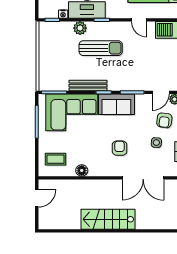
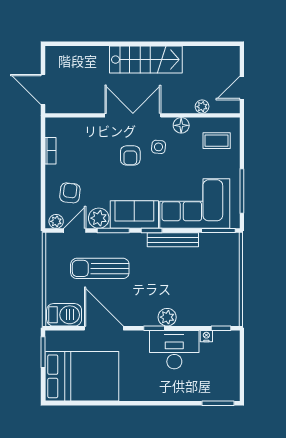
door: (139, 20) -> (104, 328), width x1.87
plant: (80, 28) -> (167, 317), moved
sun lounger: (101, 48) -> (100, 268), moved
plant: (143, 102) -> (99, 218), added
side table: (156, 143) -> (159, 147), moved
double door: (143, 178) -> (133, 115), moved
plant: (66, 184) -> (202, 107), added

